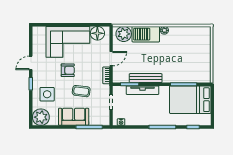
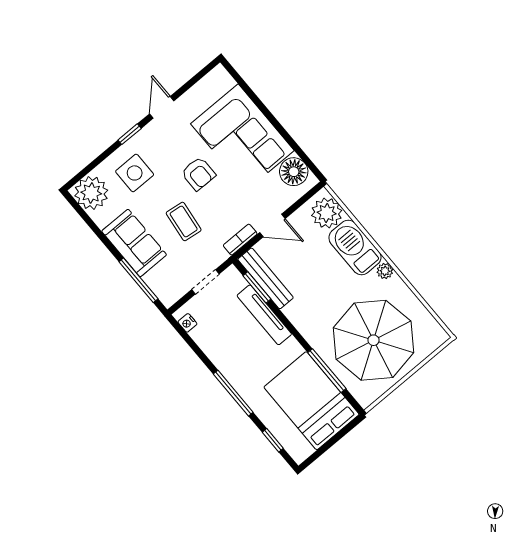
parasol: (187, 57) -> (374, 340), added
door: (31, 63) -> (162, 107), hinge flipped
bench: (146, 78) -> (266, 278), moved

